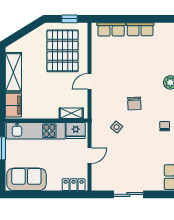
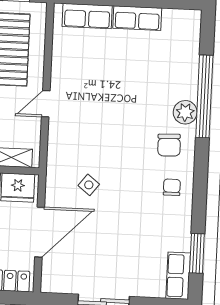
chair: (134, 103) -> (169, 145), moved
door: (89, 156) -> (40, 232), width x1.87

